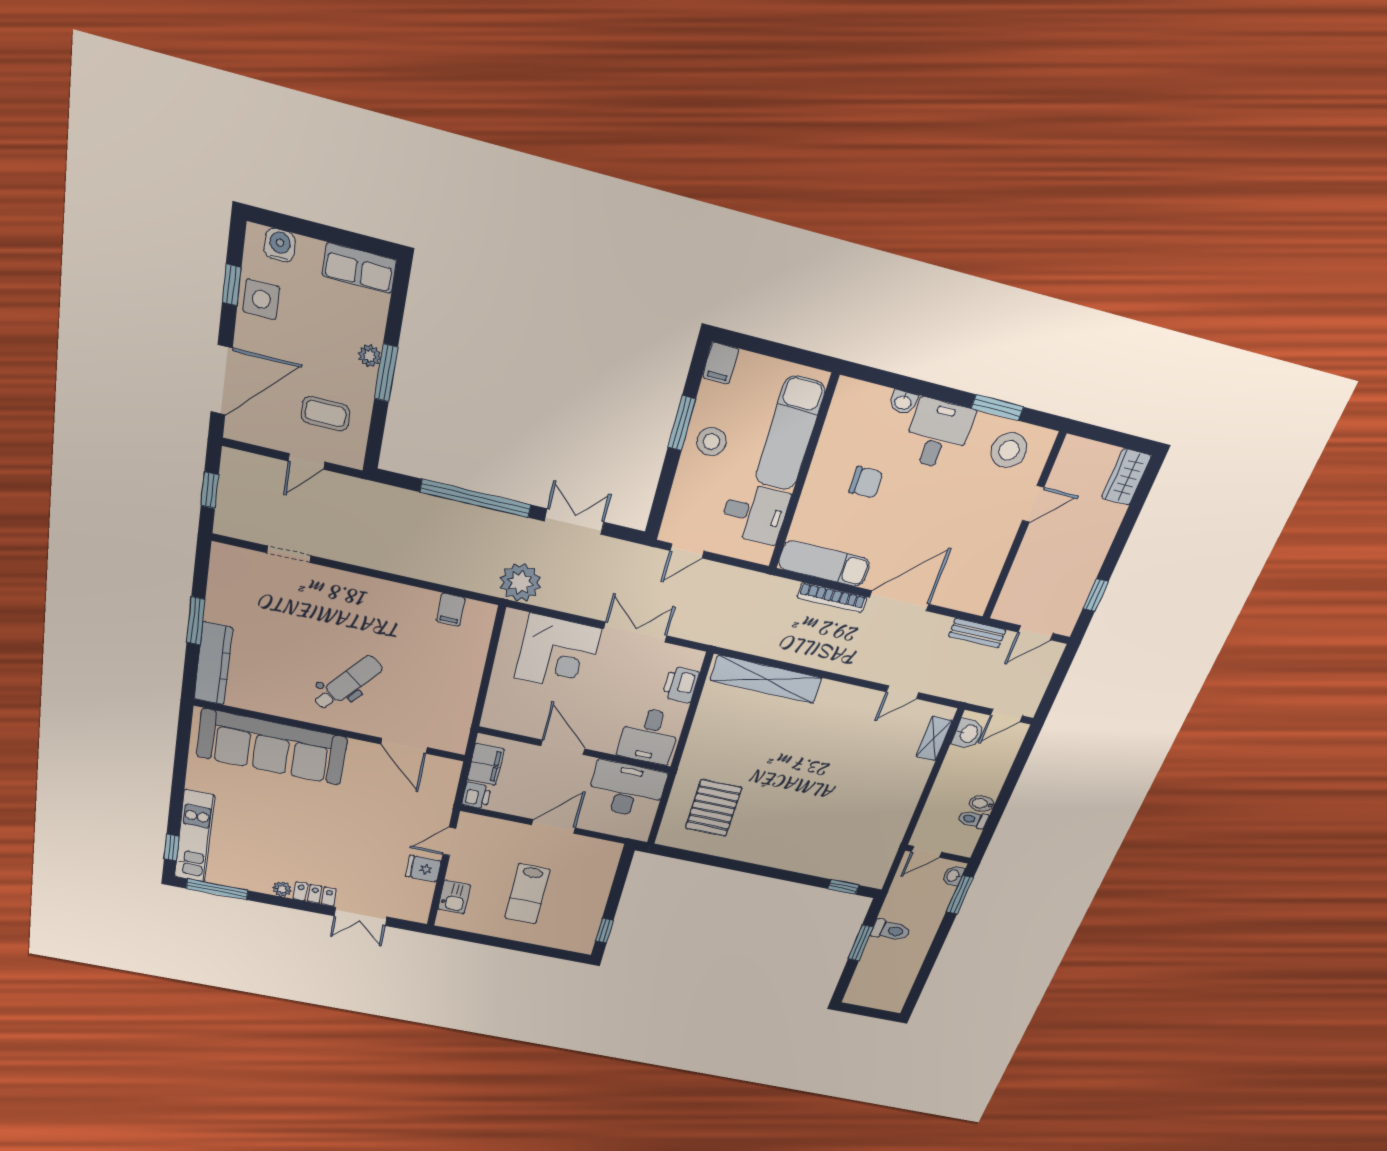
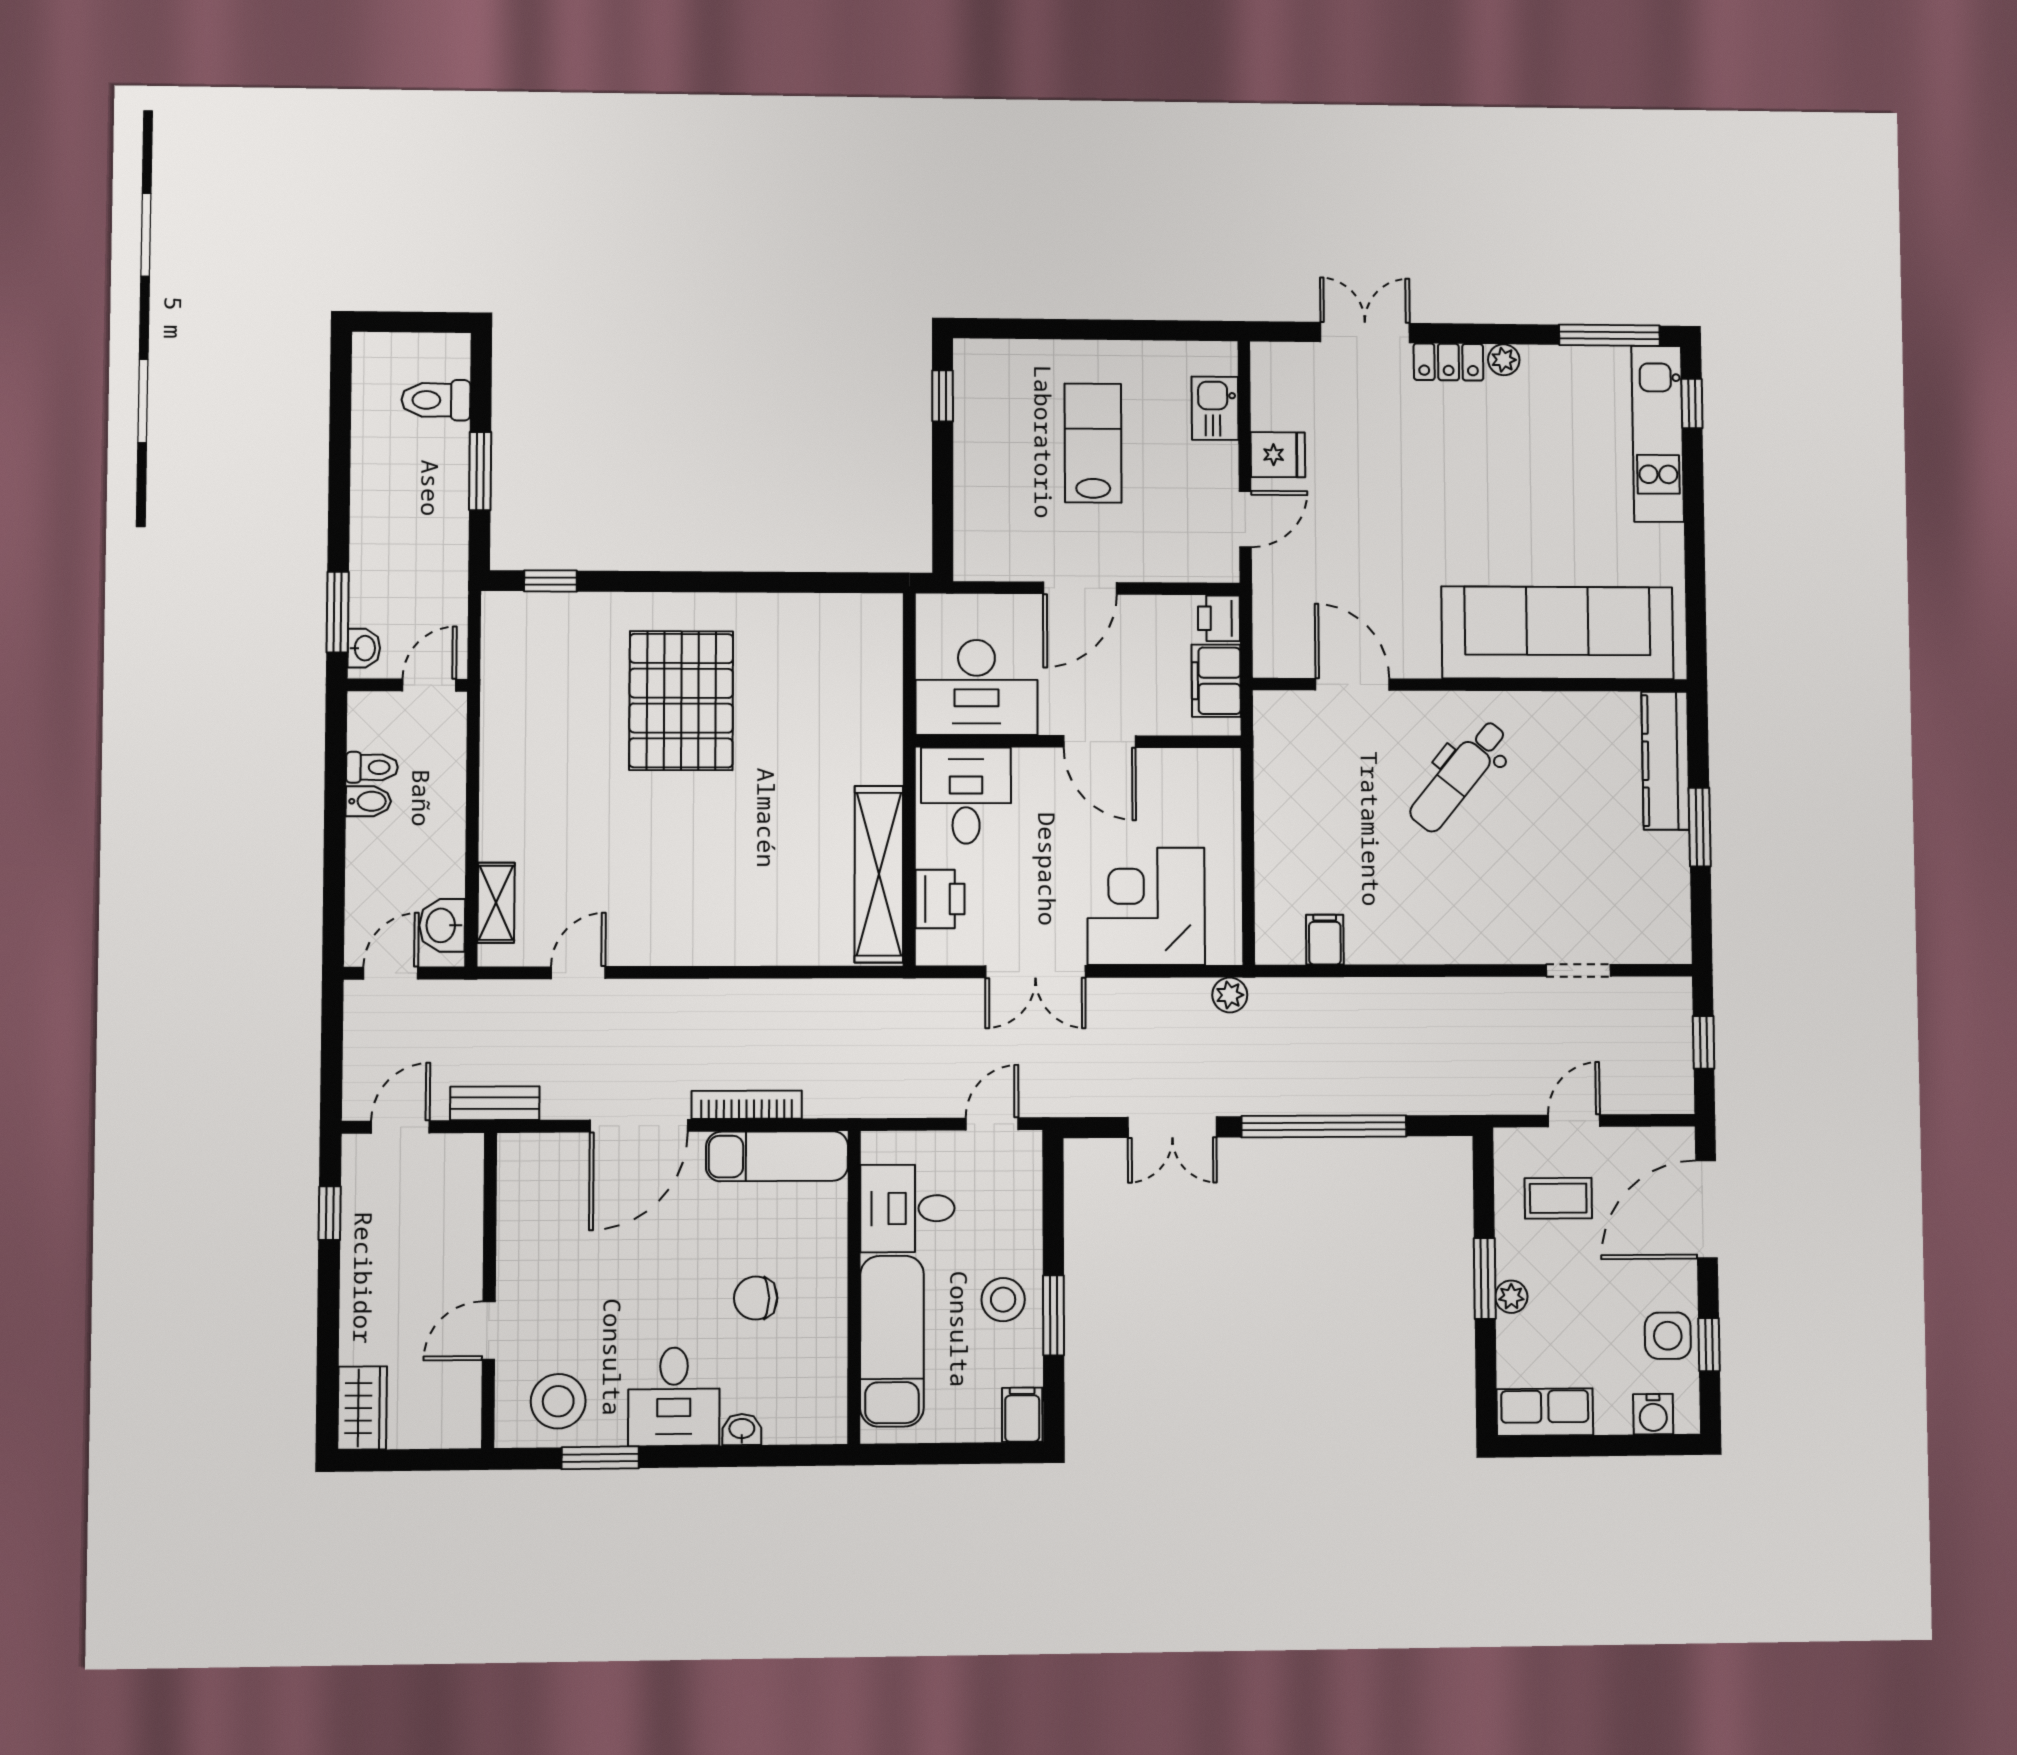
plant: (520, 582) -> (1230, 995), width x0.53, depth x0.53
shelving: (766, 679) -> (879, 874), moved, turned 90
pallet: (714, 808) -> (681, 701), moved, width x1.37, depth x1.41
toilet: (891, 930) -> (436, 400), moved

